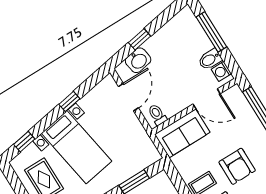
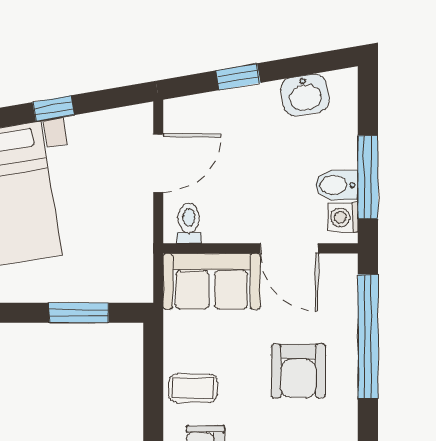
window: (211, 32) -> (368, 177), moved
washbasin: (138, 60) -> (305, 95), moved
armchair: (237, 166) -> (298, 371), moved

